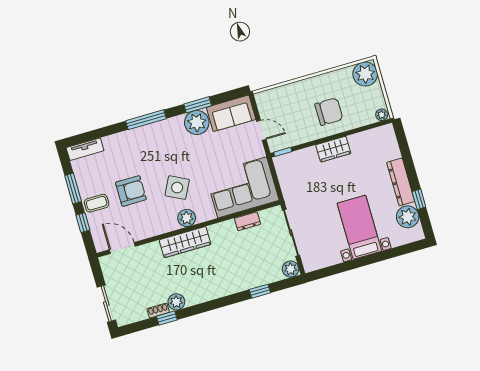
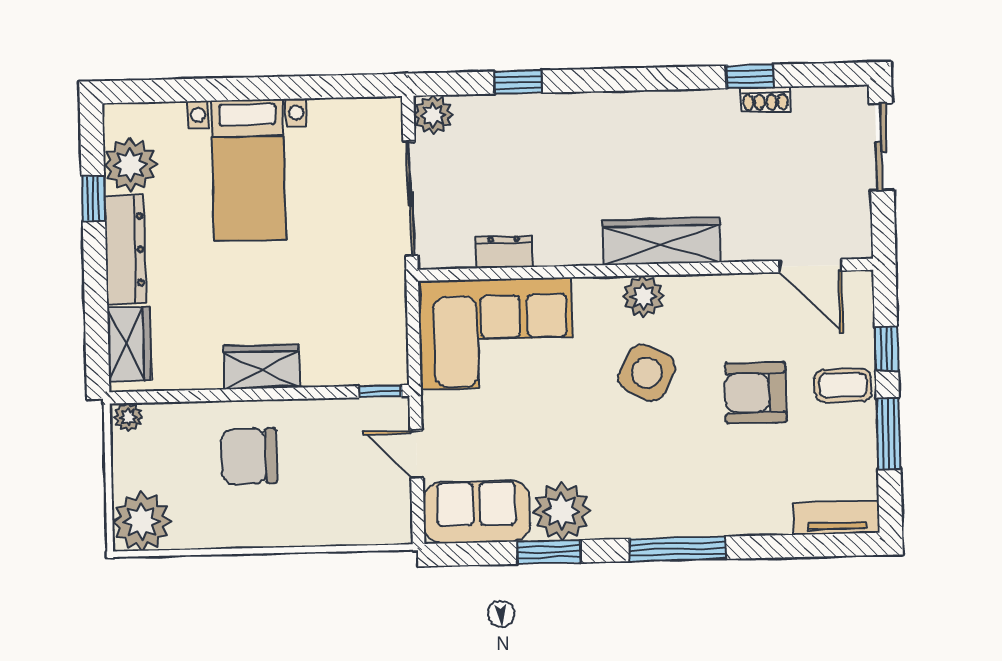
wardrobe: (389, 144) -> (129, 344), added
plant: (176, 302) -> (718, 108), removed

